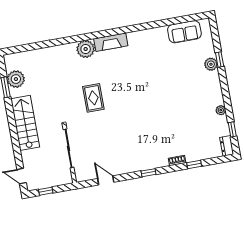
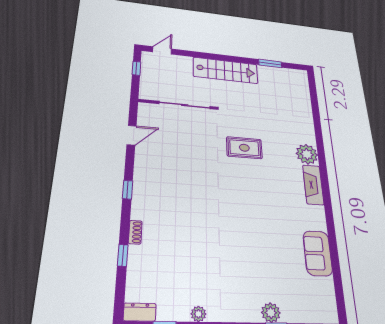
sofa: (184, 32) -> (318, 253), moved
plant: (16, 79) -> (278, 75), removed

